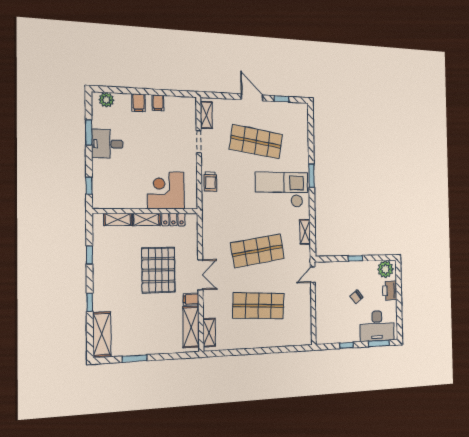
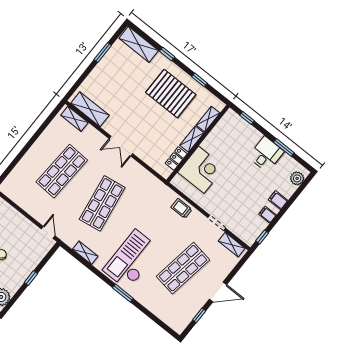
window: (180, 93) -> (262, 237), added
checkout: (282, 190) -> (132, 260), turned 180
pallet: (158, 270) -> (171, 94), moved
filing cabinet: (191, 299) -> (109, 125), removed

